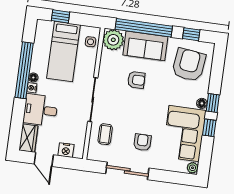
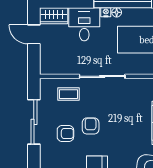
armchair: (136, 80) -> (91, 126), moved, turned 180
nightstand: (66, 150) -> (47, 56), removed
door: (44, 159) -> (34, 34), hinge flipped

